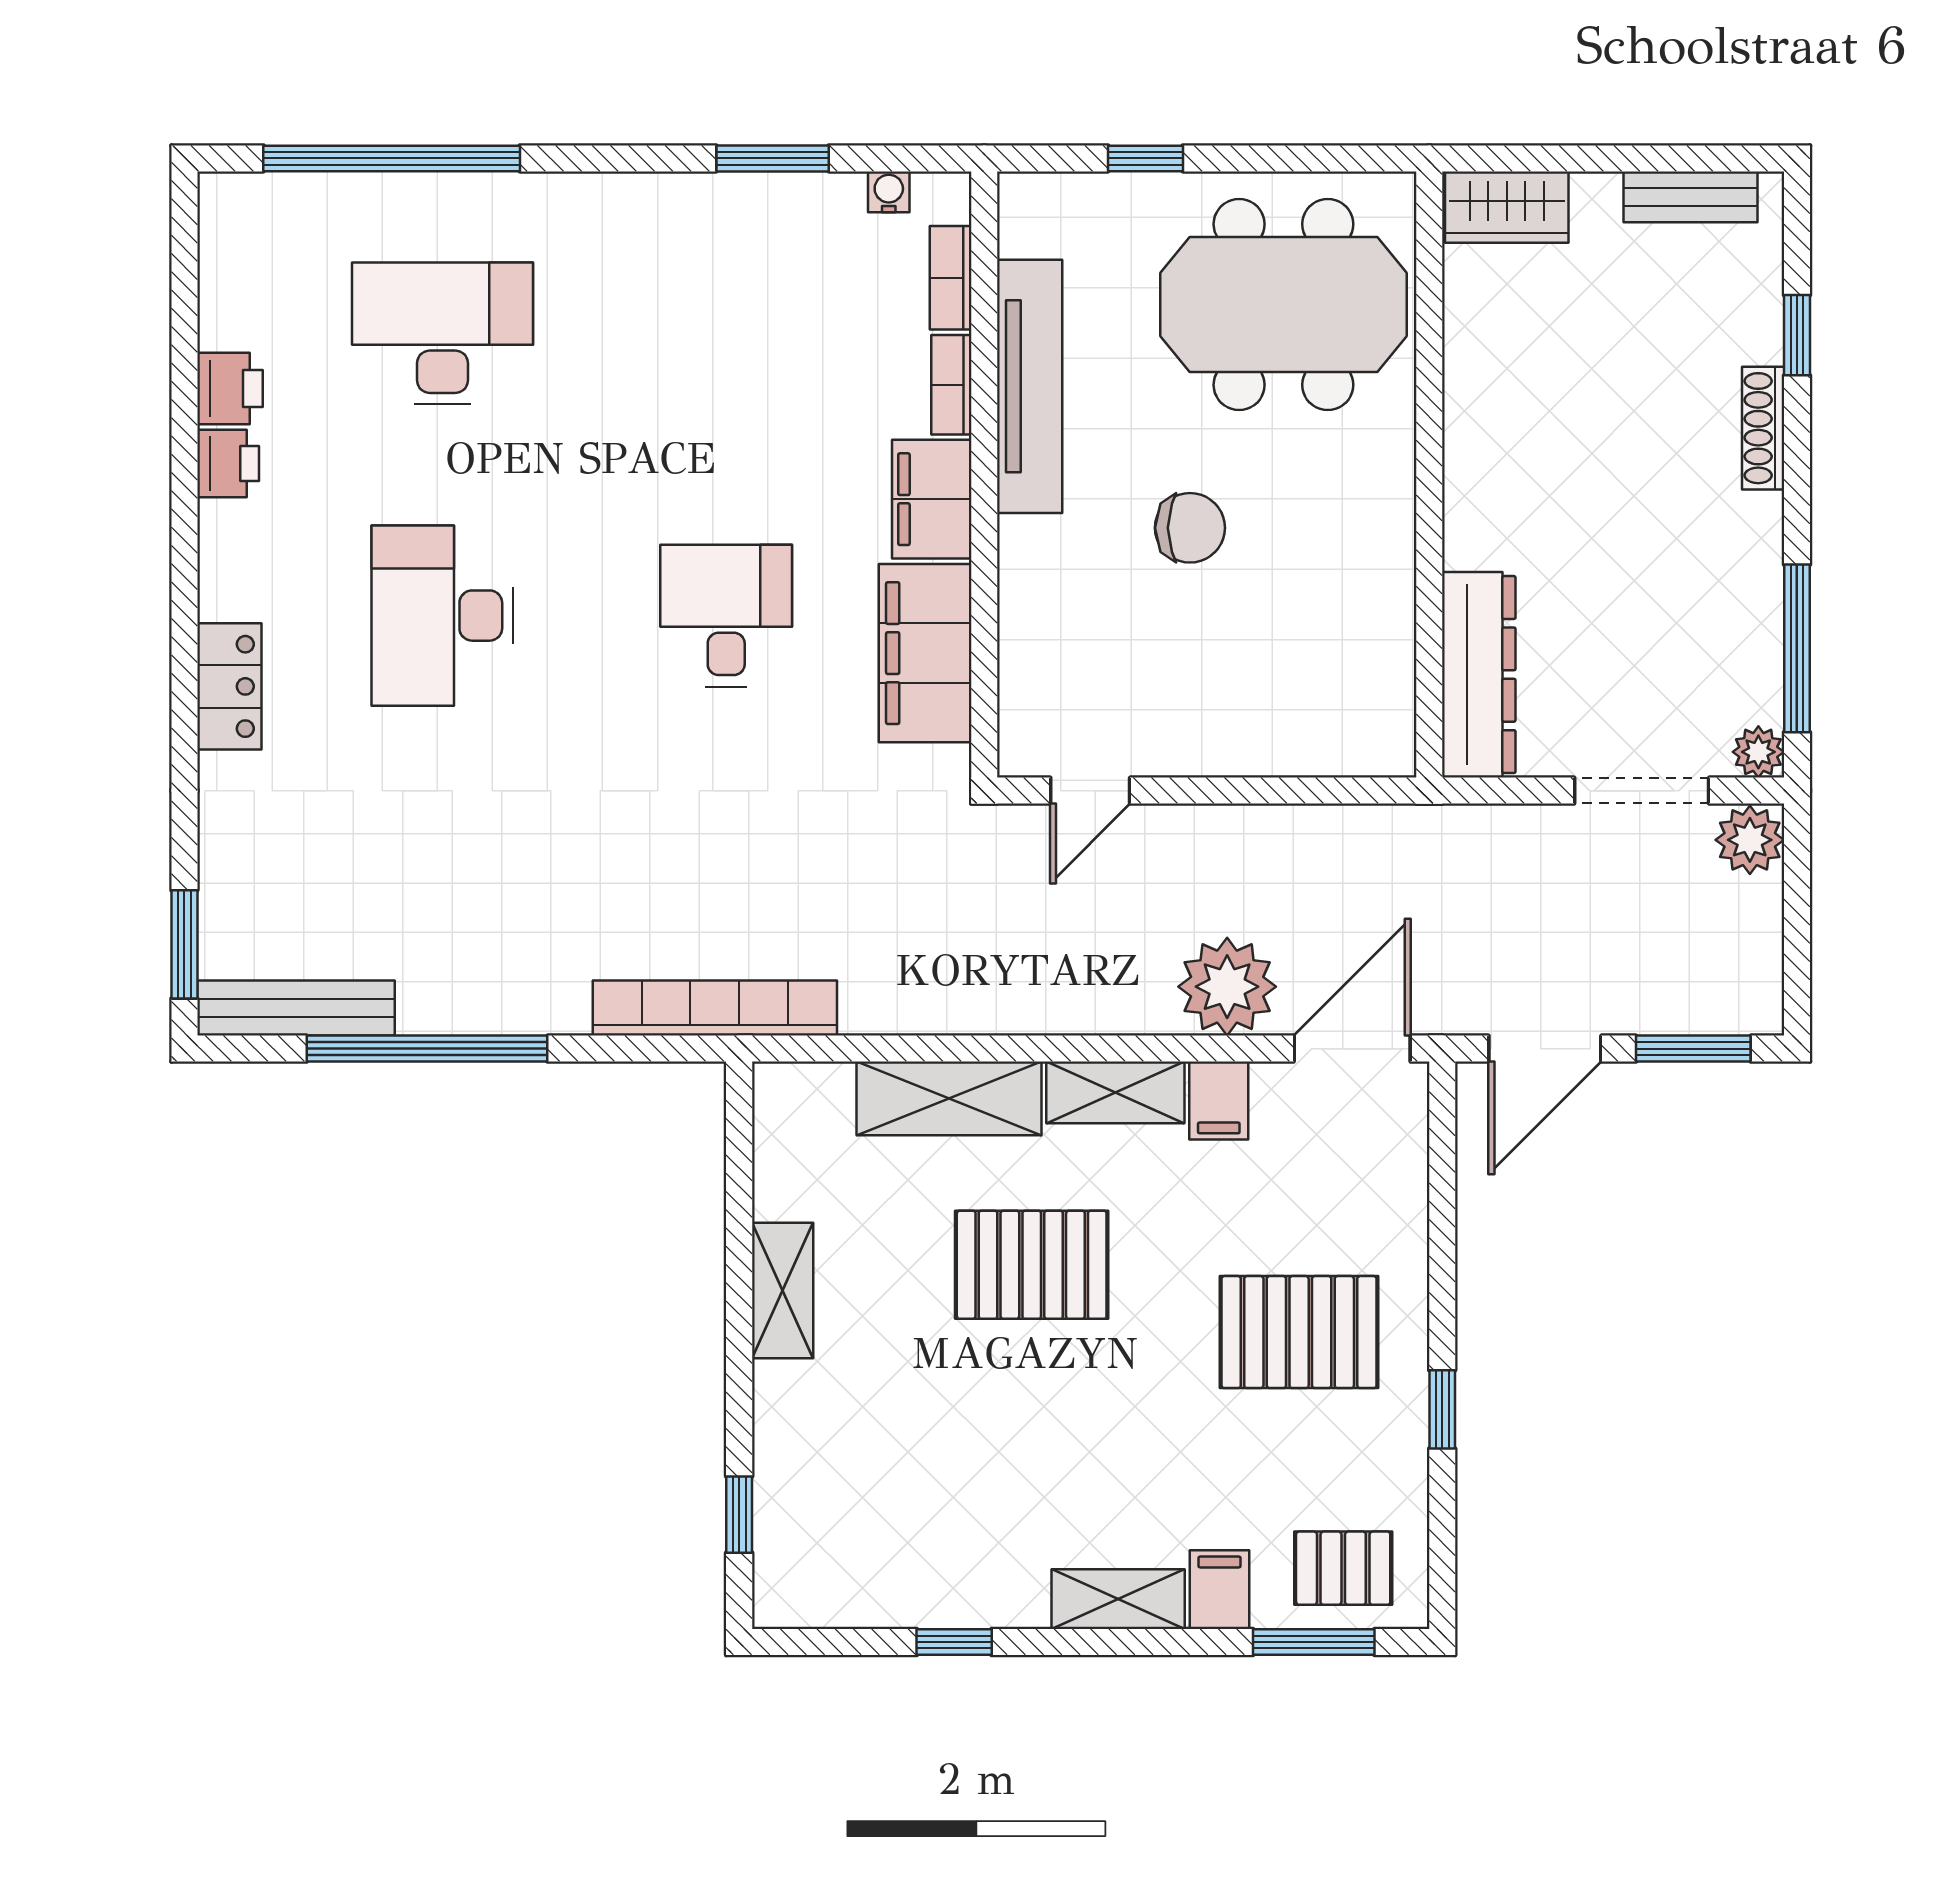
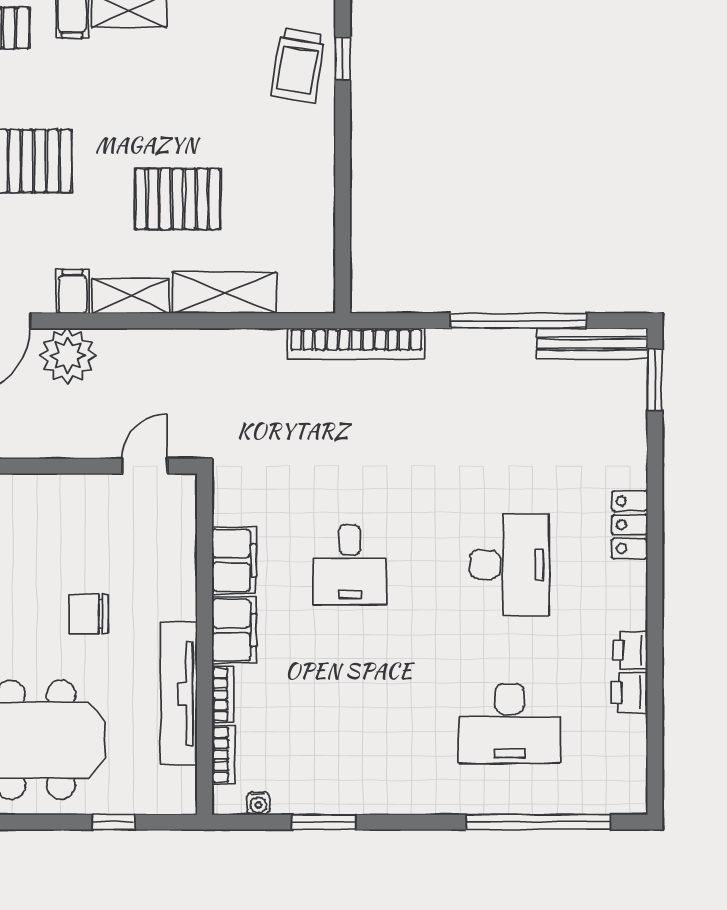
filing cabinet: (925, 653) -> (234, 560), width x0.67, depth x0.86
shelving: (783, 1290) -> (318, 185), removed
trolley: (818, 1502) -> (298, 65), added

